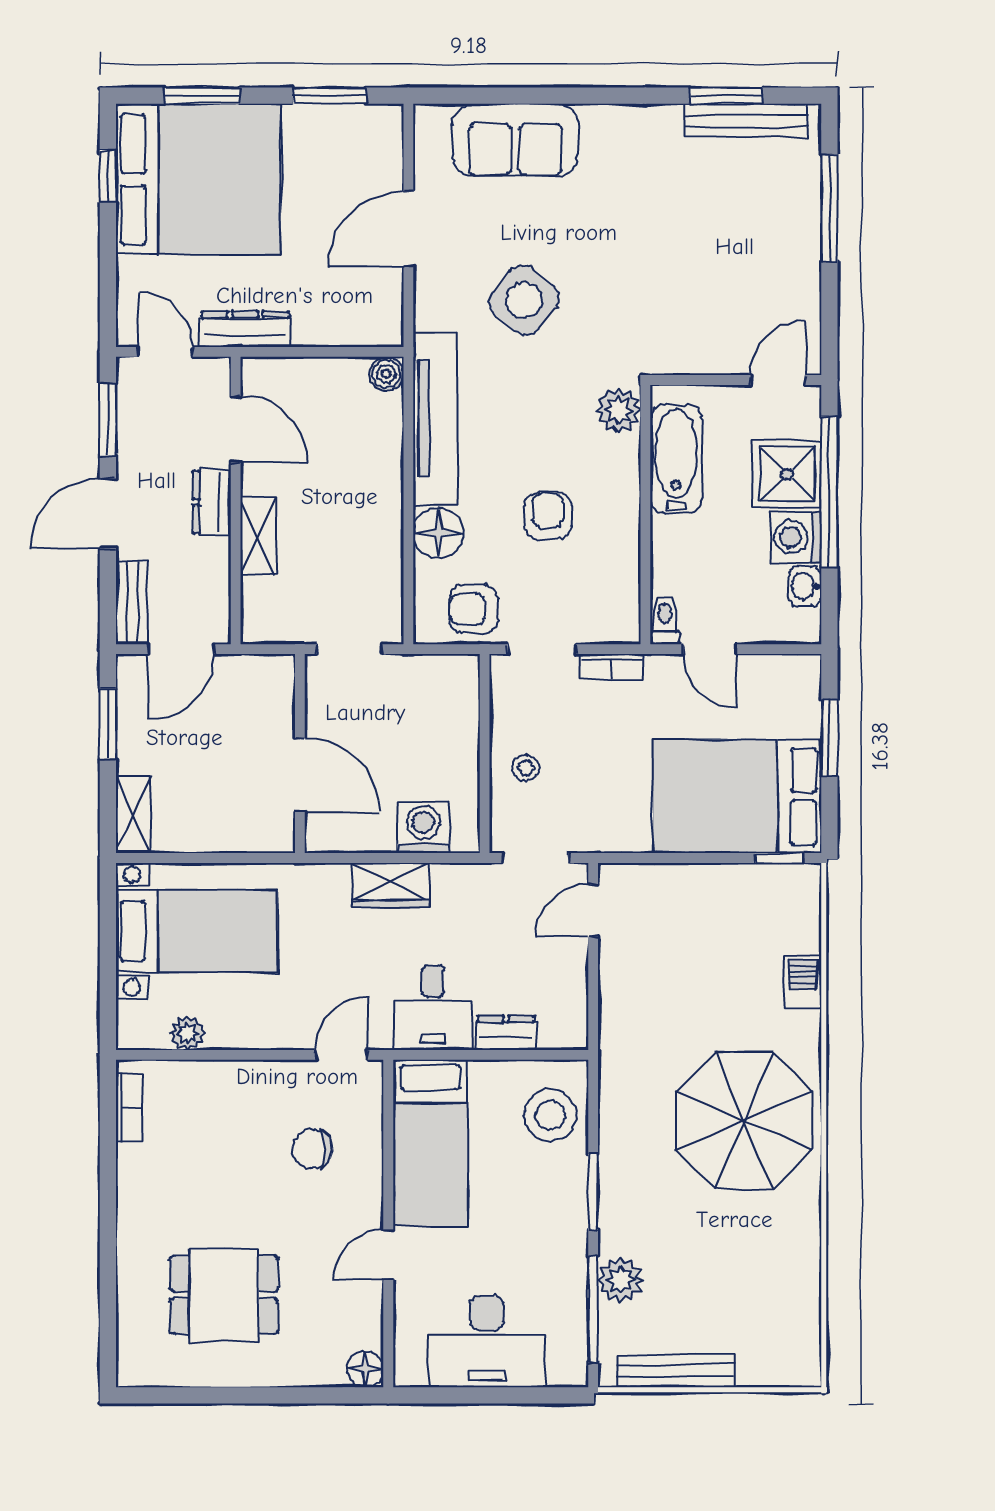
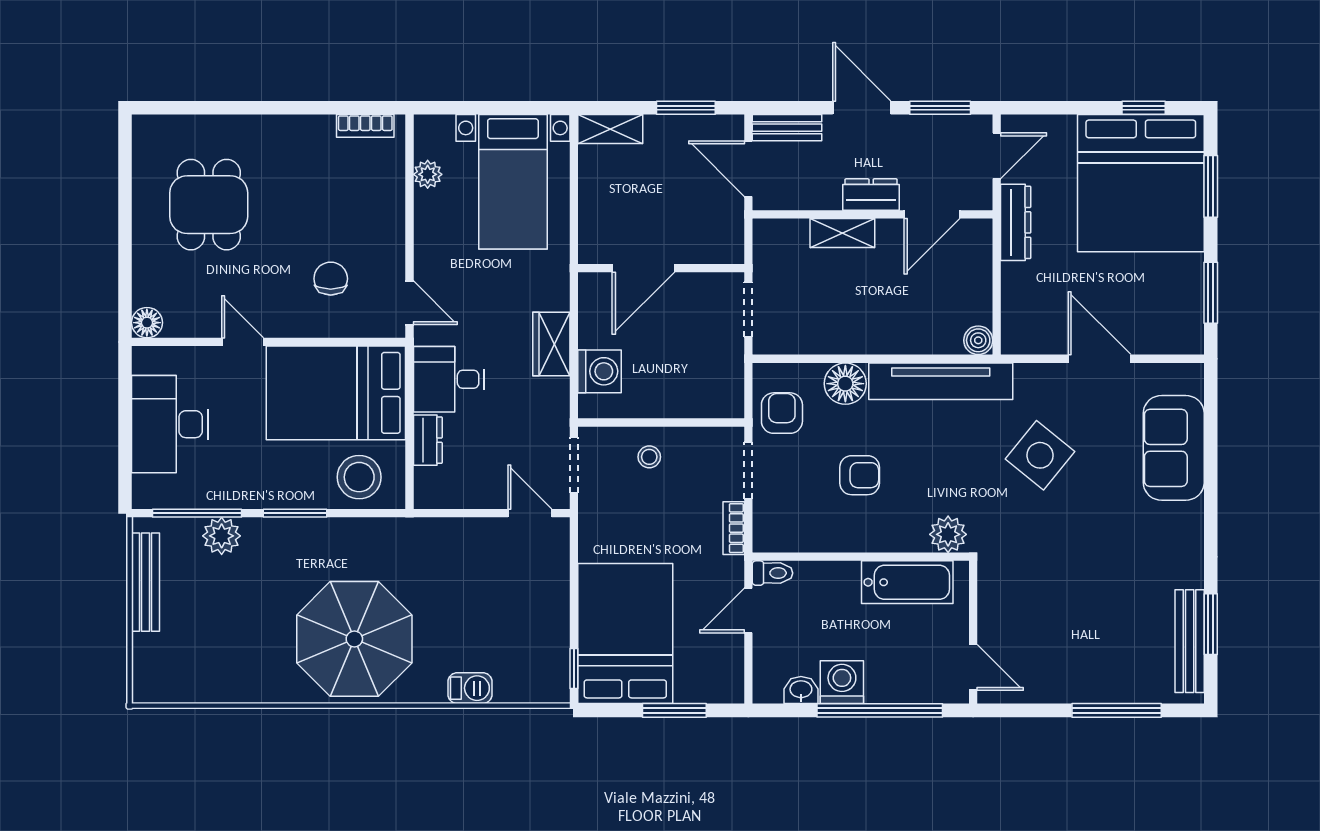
shower: (787, 474) -> (895, 675), removed
bed: (431, 1143) -> (336, 393), width x1.50

